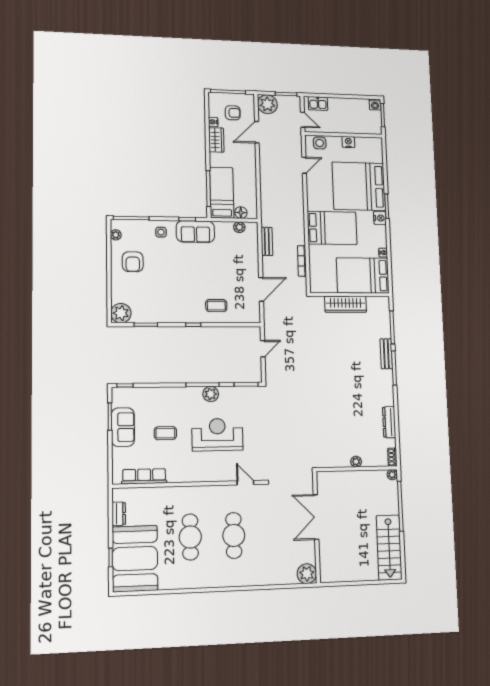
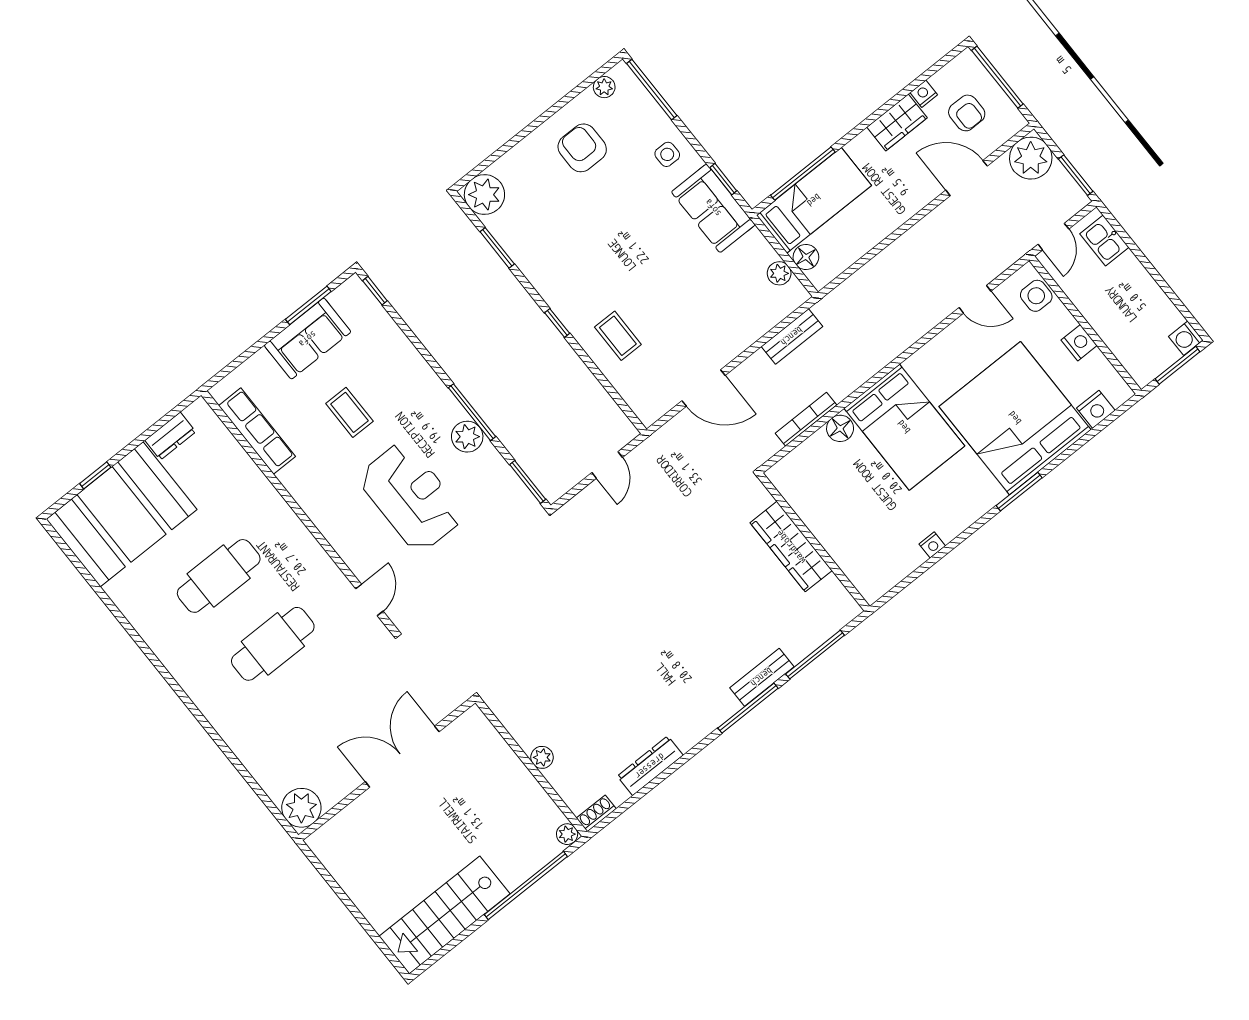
nightstand: (380, 218) -> (1096, 409), moved
floor lamp: (315, 251) -> (840, 428), added
armchair: (133, 262) -> (582, 148), turned 90
bed: (363, 275) -> (864, 539), removed
door: (263, 349) -> (607, 465), hinge flipped

